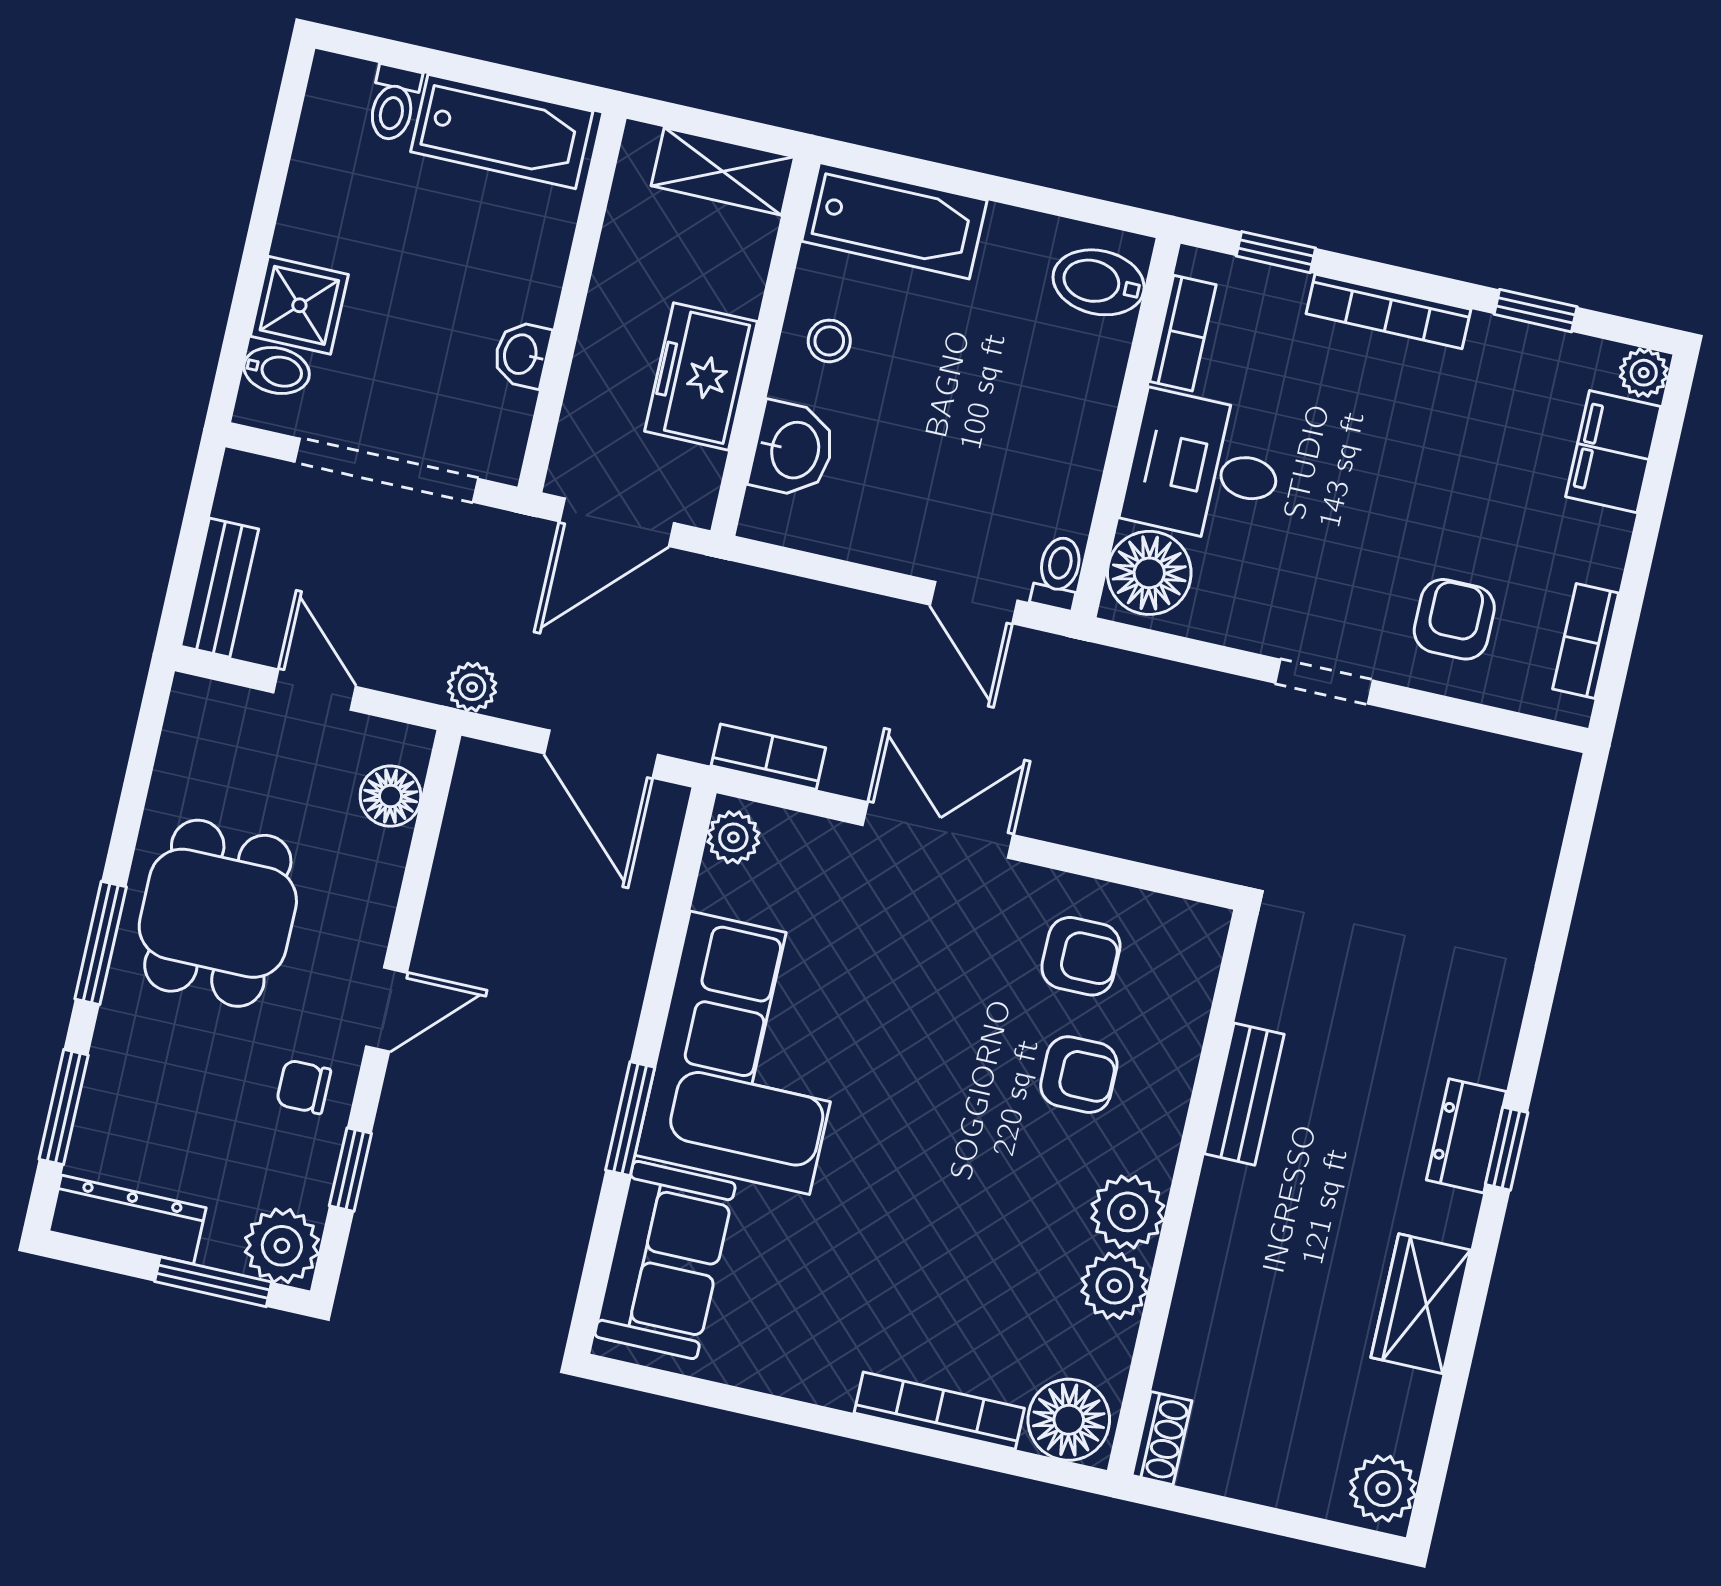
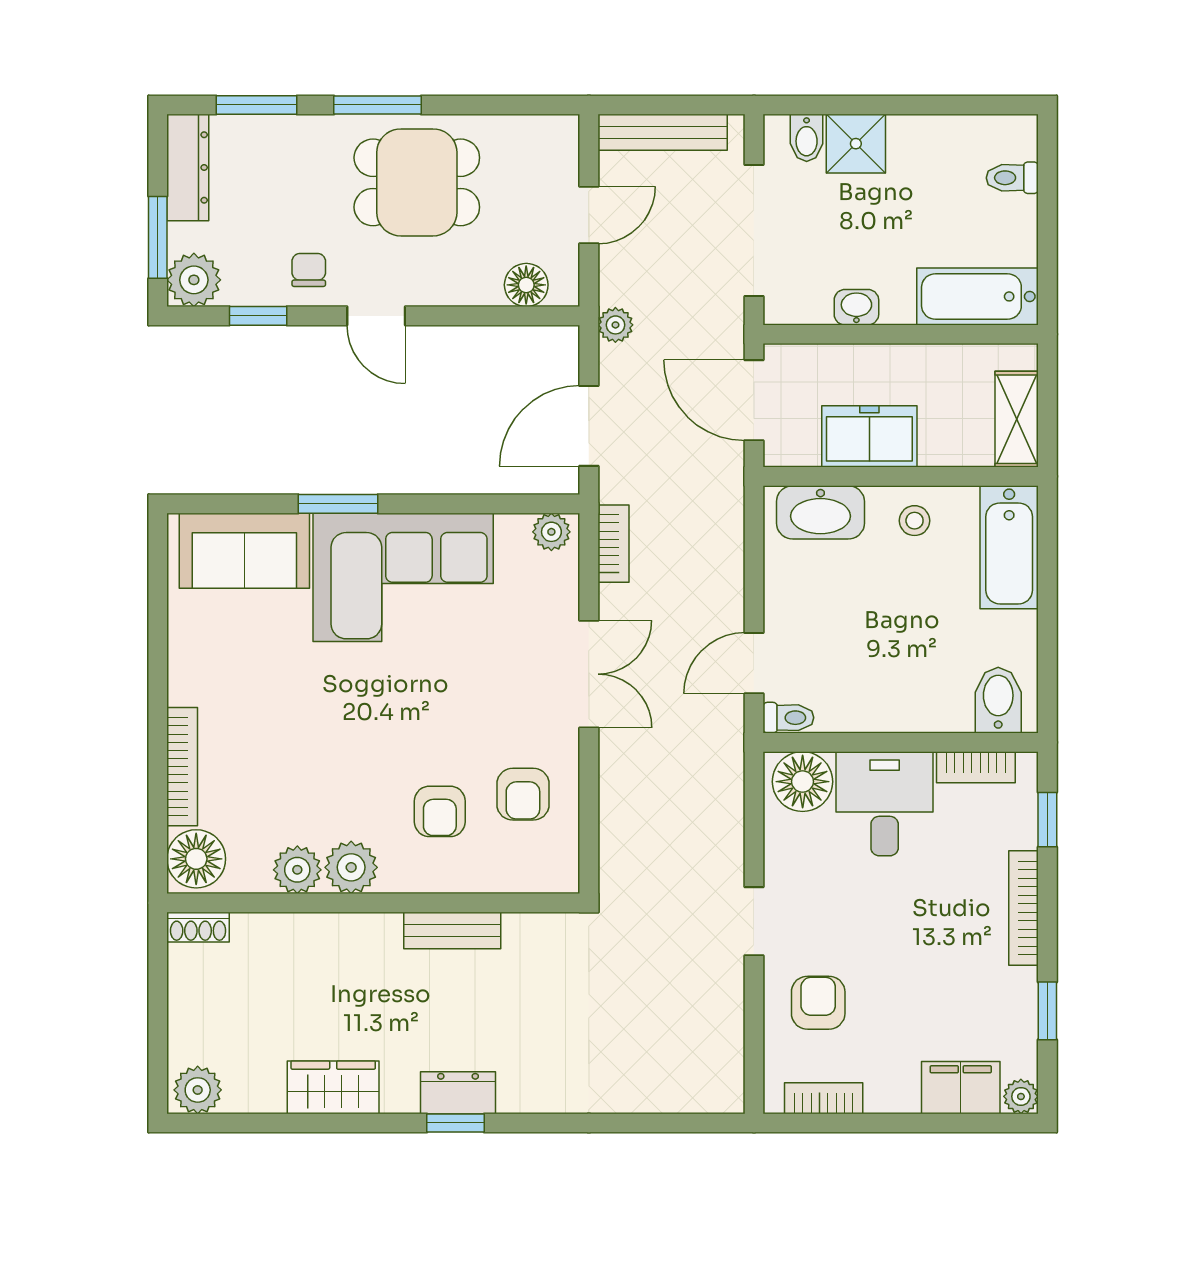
bathtub: (502, 132) -> (978, 296), moved, turned 90
washbasin: (793, 450) -> (820, 512), width x1.38
bench: (220, 588) -> (663, 132), width x1.36
armchair: (1454, 619) -> (818, 1003), turned -90

